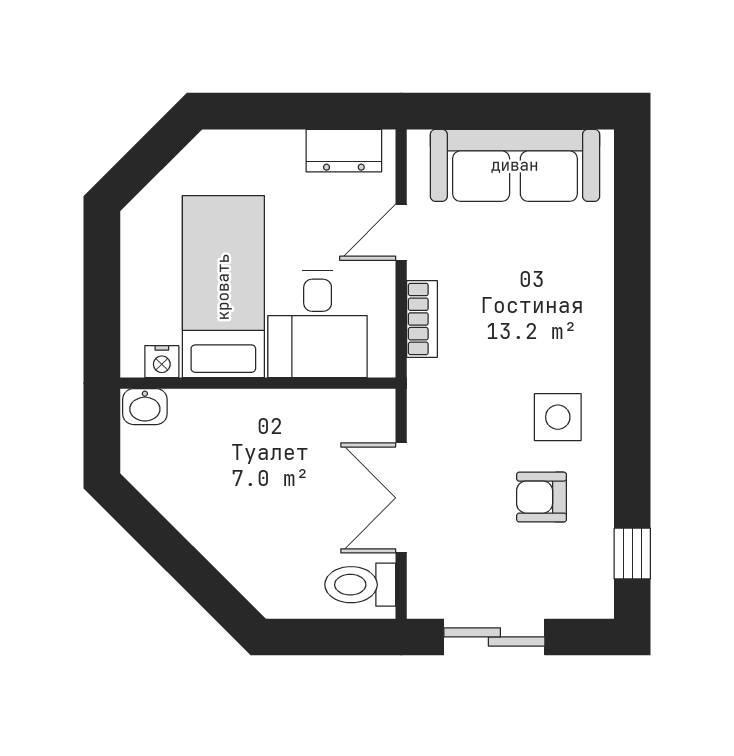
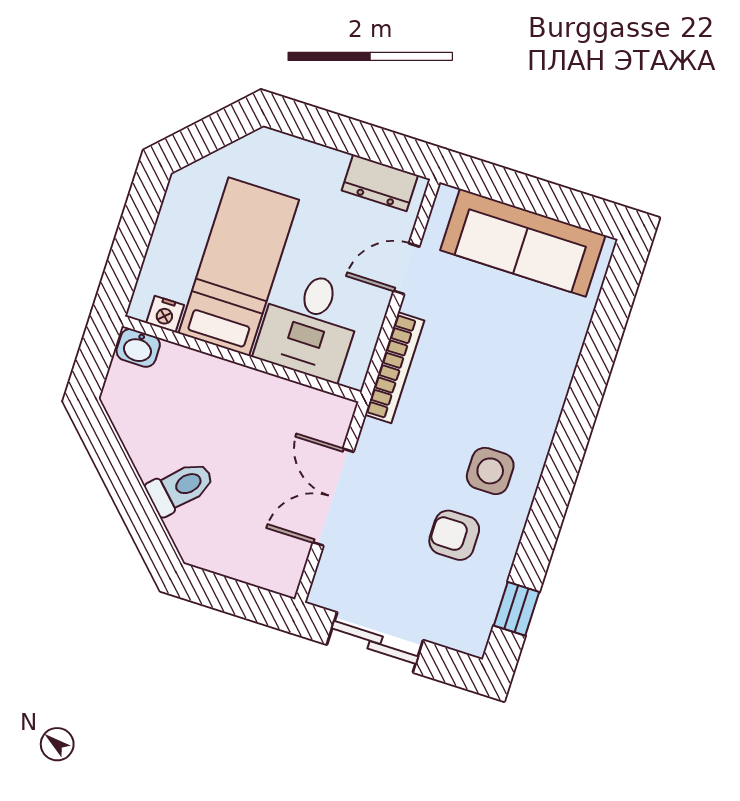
bookcase: (422, 319) -> (395, 368), width x1.56
toilet: (360, 585) -> (180, 488), moved, turned 135

